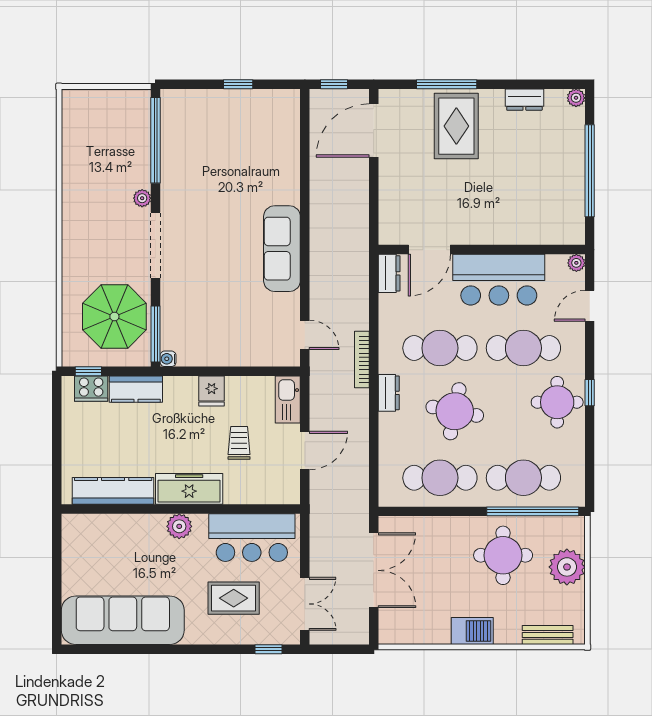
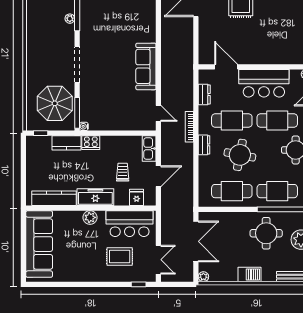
plant: (142, 198) -> (70, 19), moved
door: (429, 250) -> (226, 67), swing flipped
dresser: (389, 273) -> (204, 94), moved
cooker: (91, 389) -> (91, 143), moved
fridge: (212, 391) -> (137, 197), moved, turned 180
sofa: (123, 620) -> (39, 244), moved, turned 90
plant: (388, 635) -> (203, 277), added

